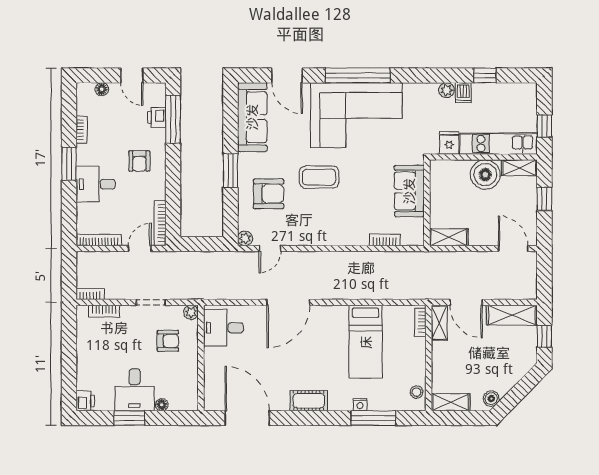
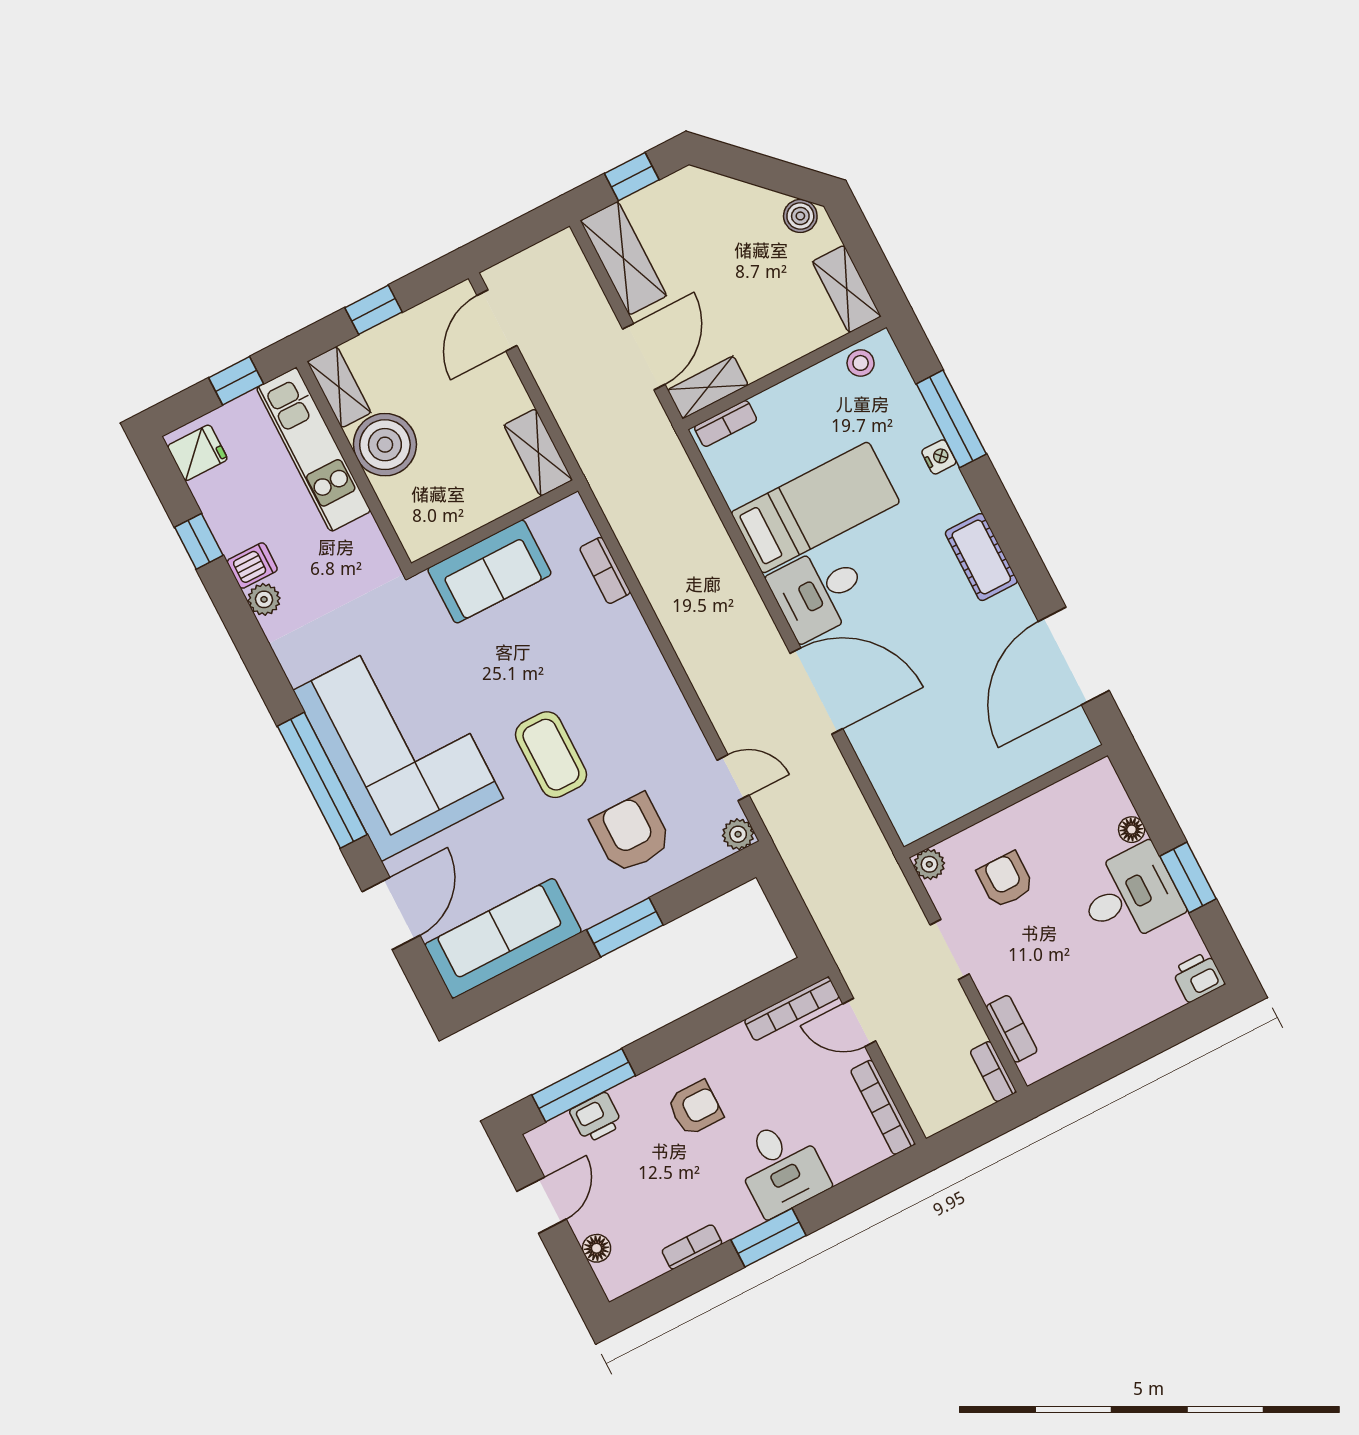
fridge: (449, 143) -> (197, 453), moved, turned 180
desk: (223, 328) -> (819, 592), moved, turned 90

